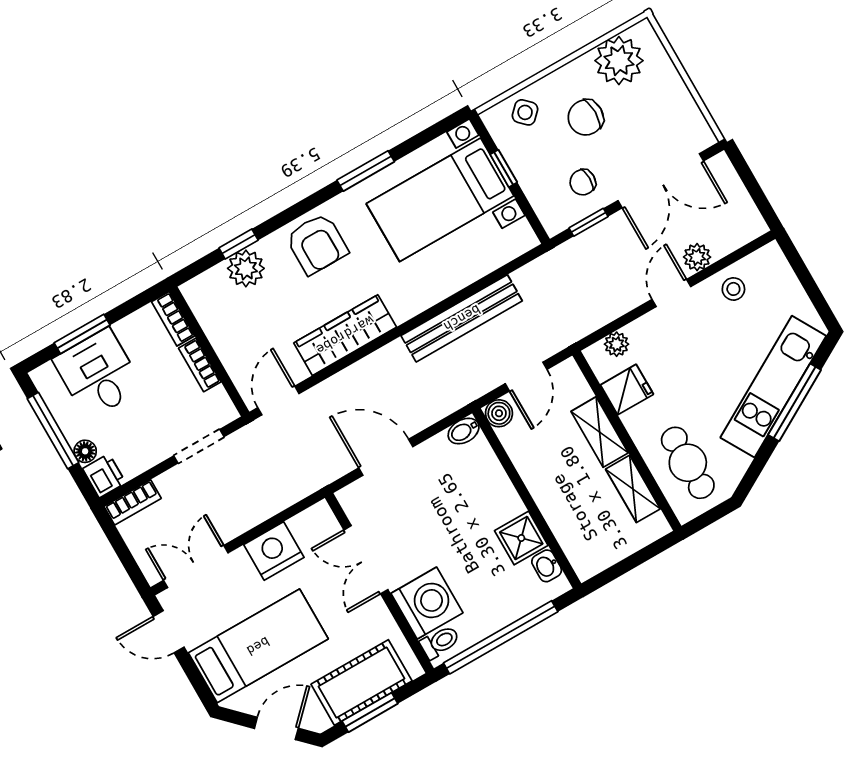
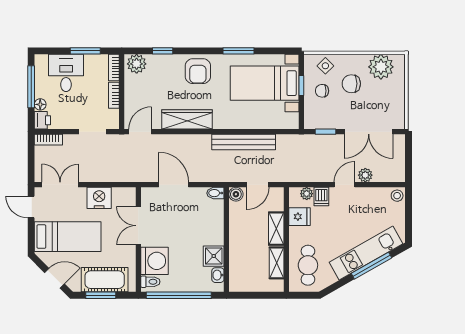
chair: (583, 182) -> (322, 91), moved
plant: (246, 268) -> (137, 64), moved
stool: (733, 289) -> (397, 196), moved
window: (82, 334) -> (85, 51), moved
dishwasher: (644, 335) -> (321, 196), added

